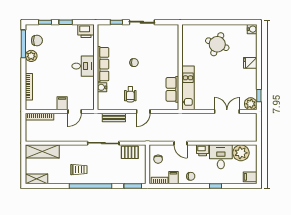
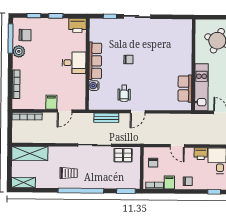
wall: (180, 67) -> (193, 65), moved
kitchen unit: (188, 88) -> (201, 87), moved
row of seats: (172, 89) -> (185, 89), moved

